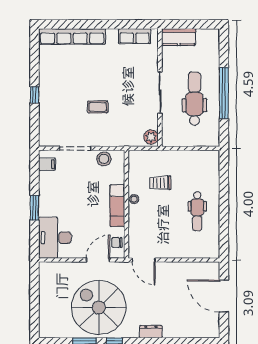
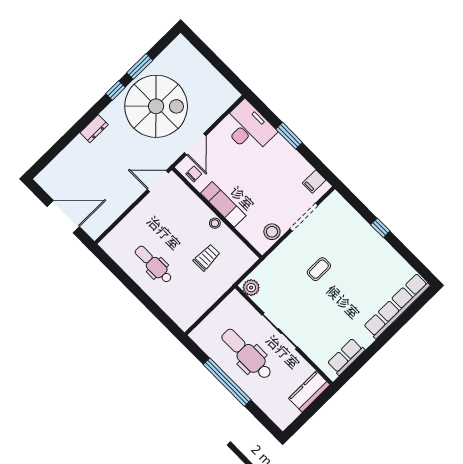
dental chair: (194, 99) -> (247, 354), turned 180

